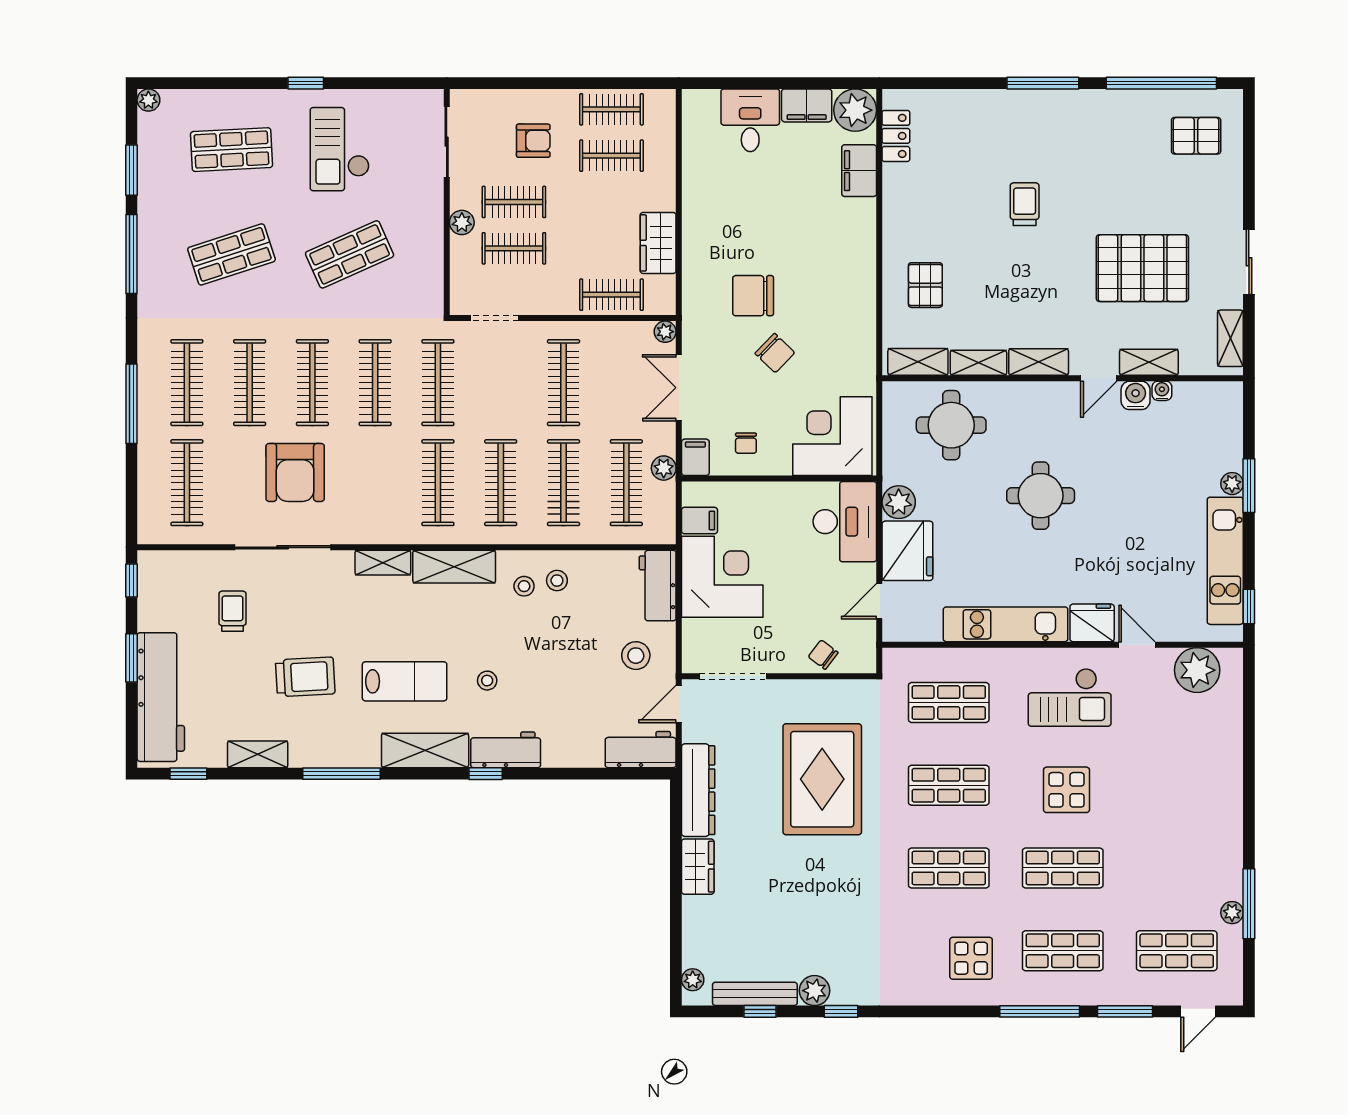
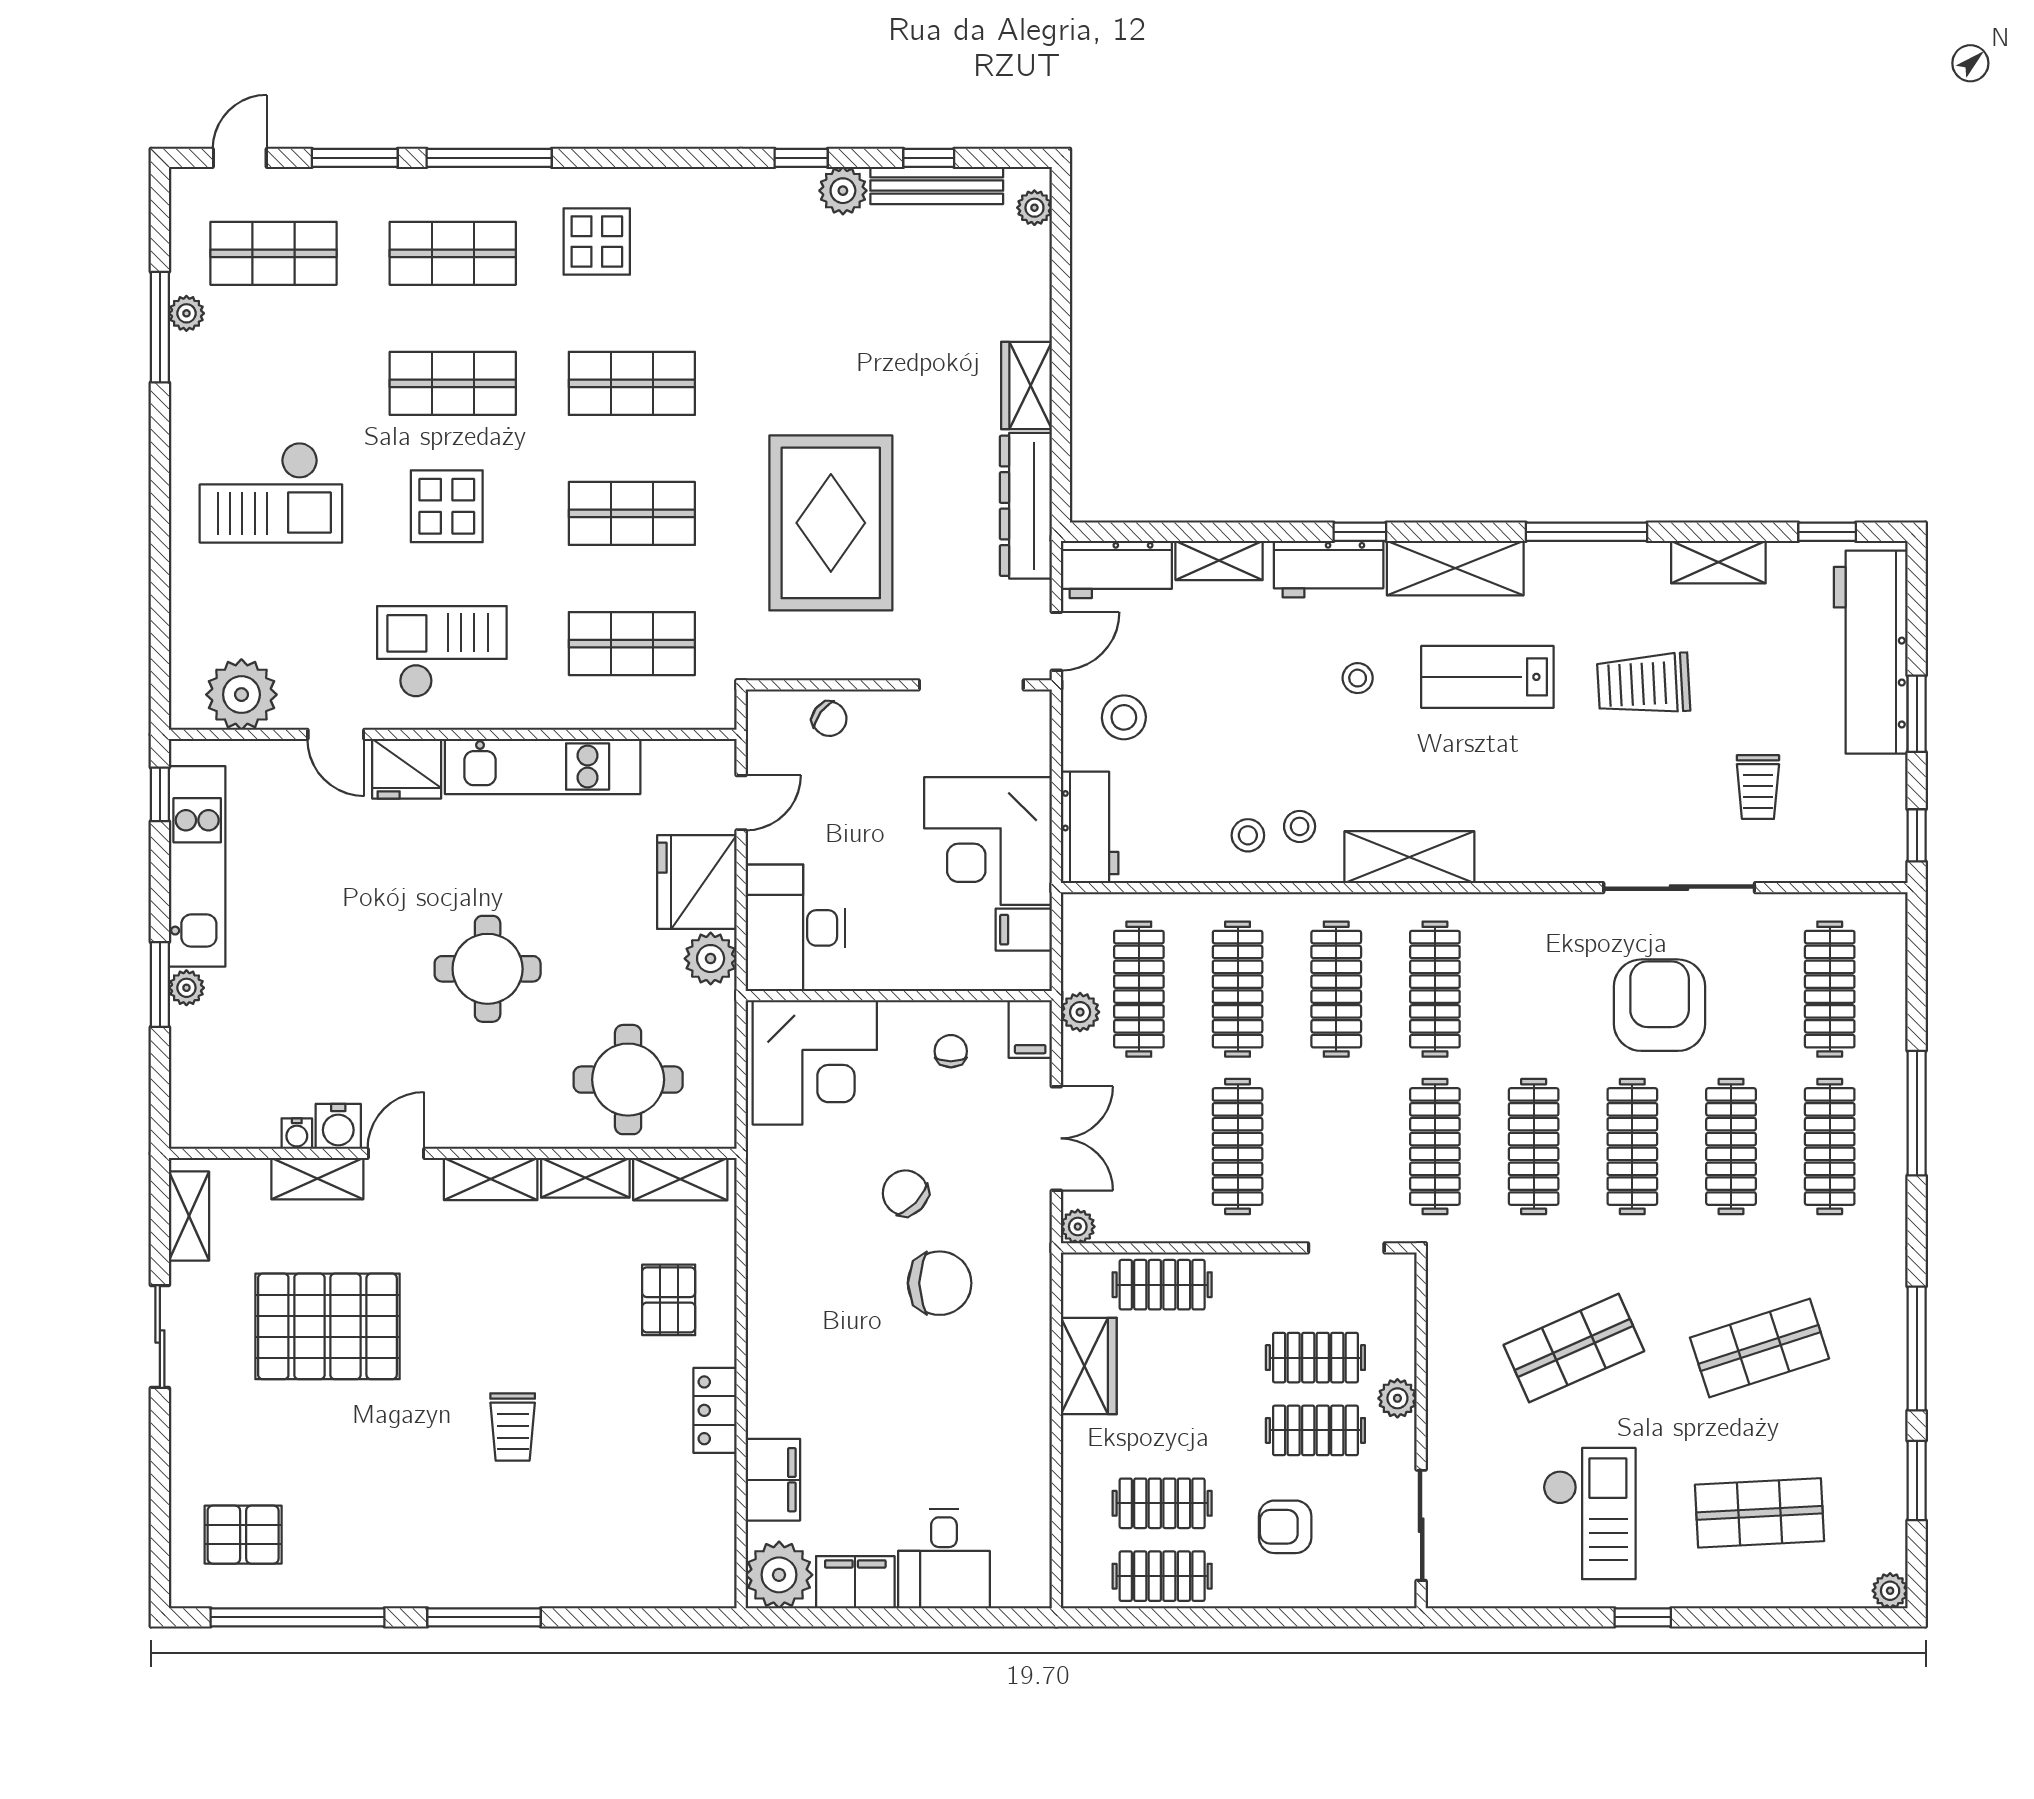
locker: (896, 136) -> (715, 1410), moved
shelving: (383, 563) -> (1219, 560), moved
checkout: (1178, 799) -> (271, 492), added

